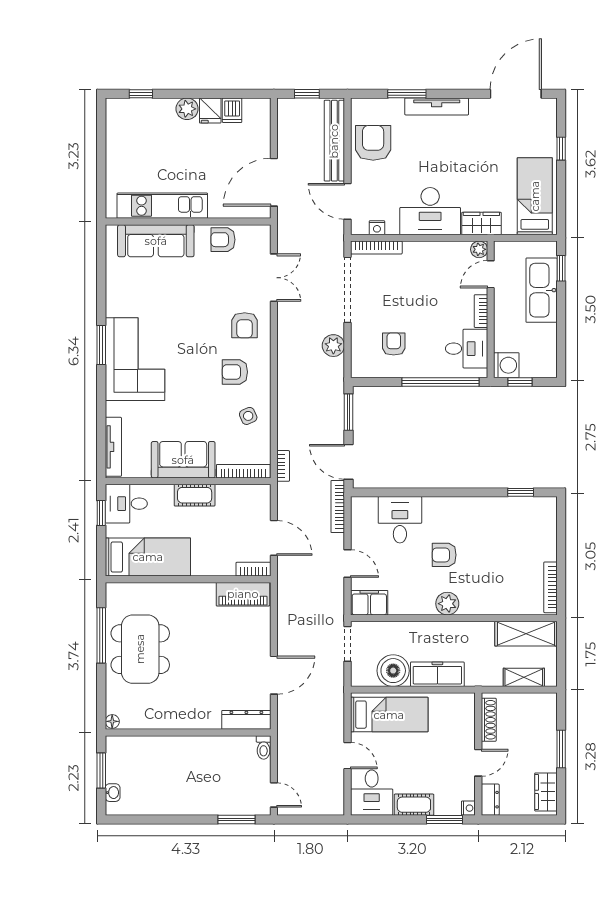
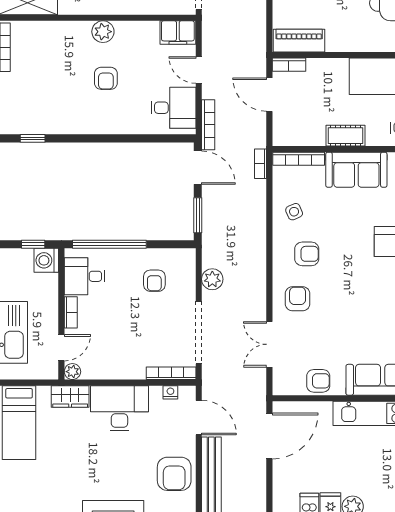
desk: (400, 520) -> (173, 108), moved, turned -90
armchair: (444, 555) -> (106, 78), turned 90

